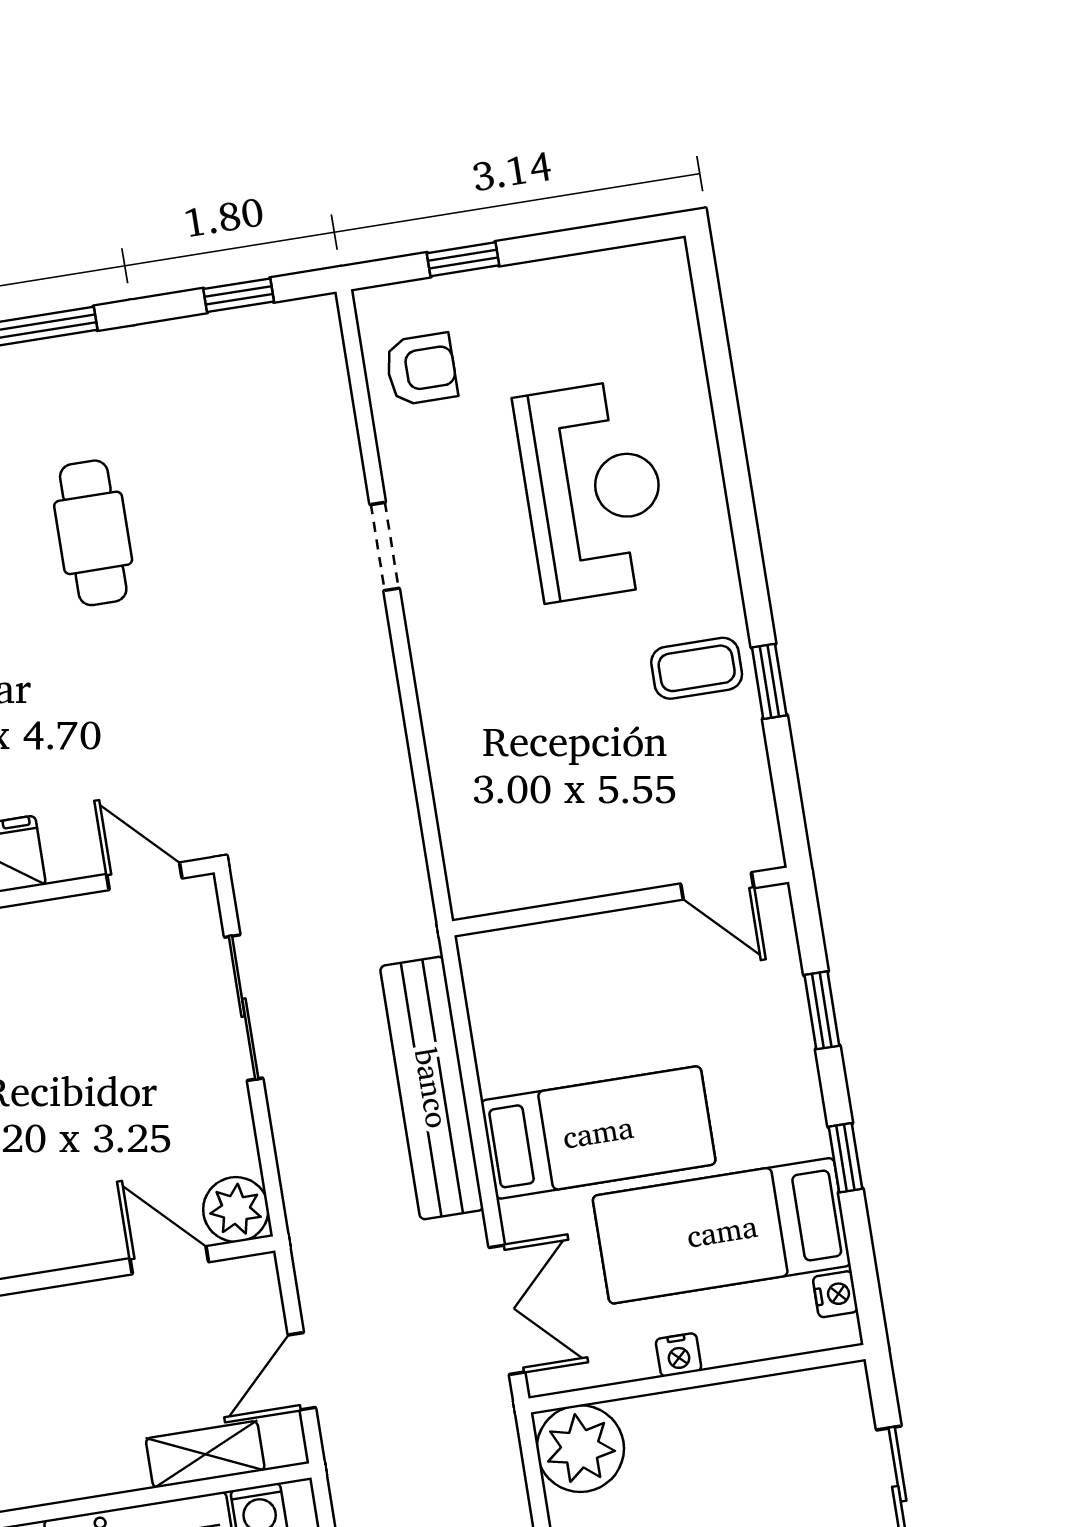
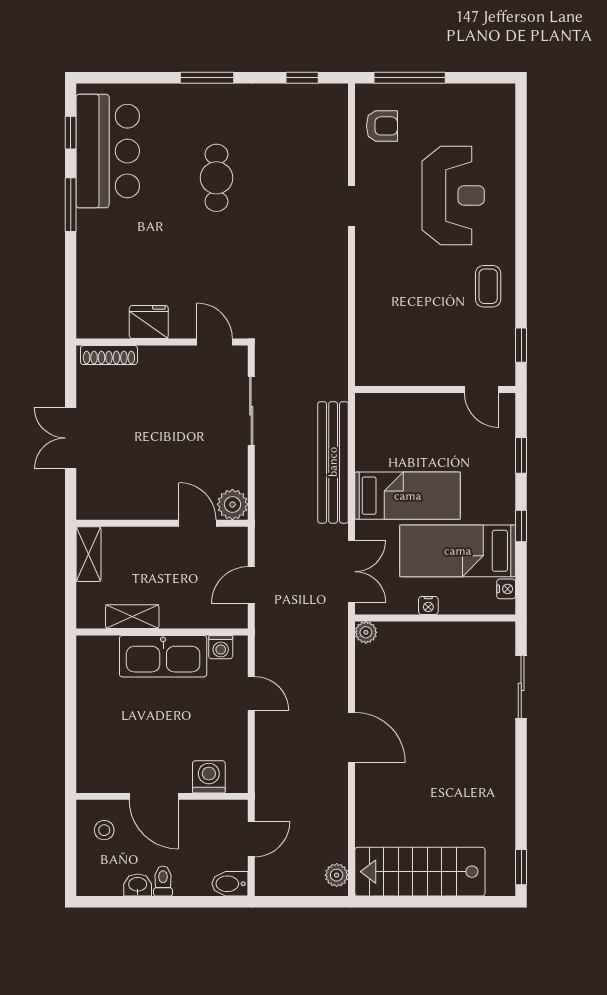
window: (463, 259) -> (410, 78), width x2.17
coffee table: (697, 668) -> (488, 286), turned 90
window: (769, 681) -> (521, 345), moved
plant: (580, 1449) -> (366, 632), width x0.53, depth x0.53
shelving: (205, 1454) -> (132, 617), moved

